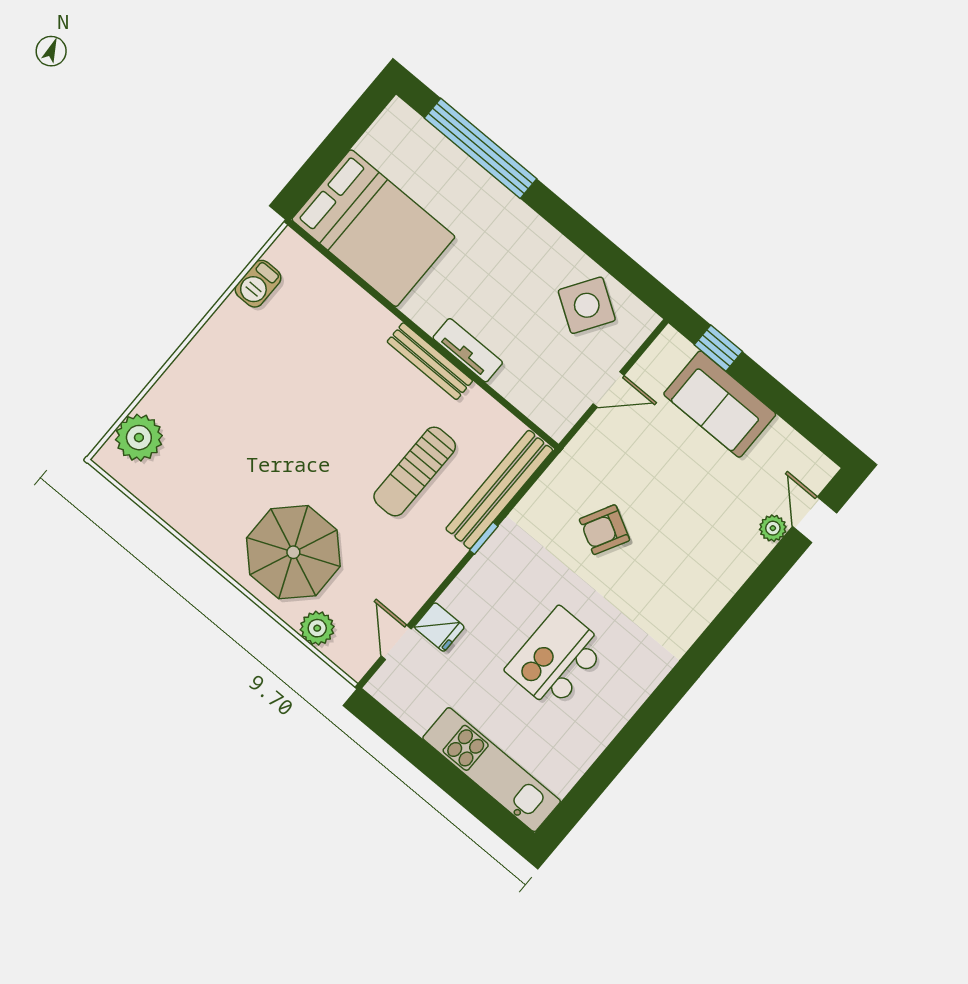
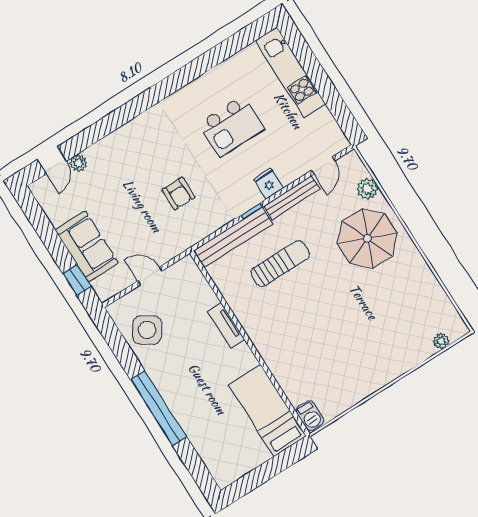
window: (481, 148) -> (159, 408), moved
bed: (373, 228) -> (267, 410), width x0.67
barbecue: (258, 284) -> (310, 416), moved, turned 90
bench: (430, 361) -> (292, 197), moved, turned 90
plant: (139, 438) -> (441, 341), width x0.53, depth x0.53
armchair: (604, 530) -> (178, 194), turned 62
fridge: (439, 627) -> (268, 183), moved

